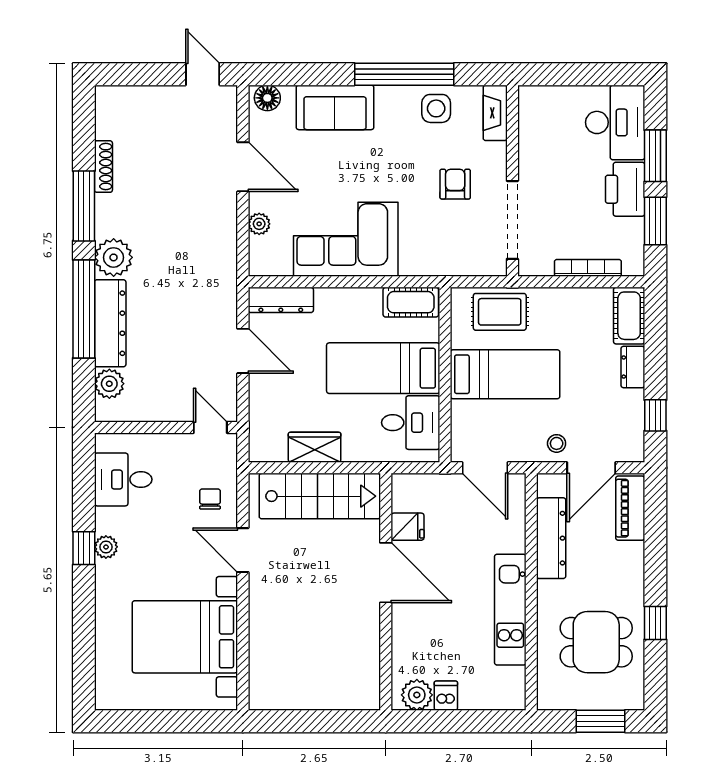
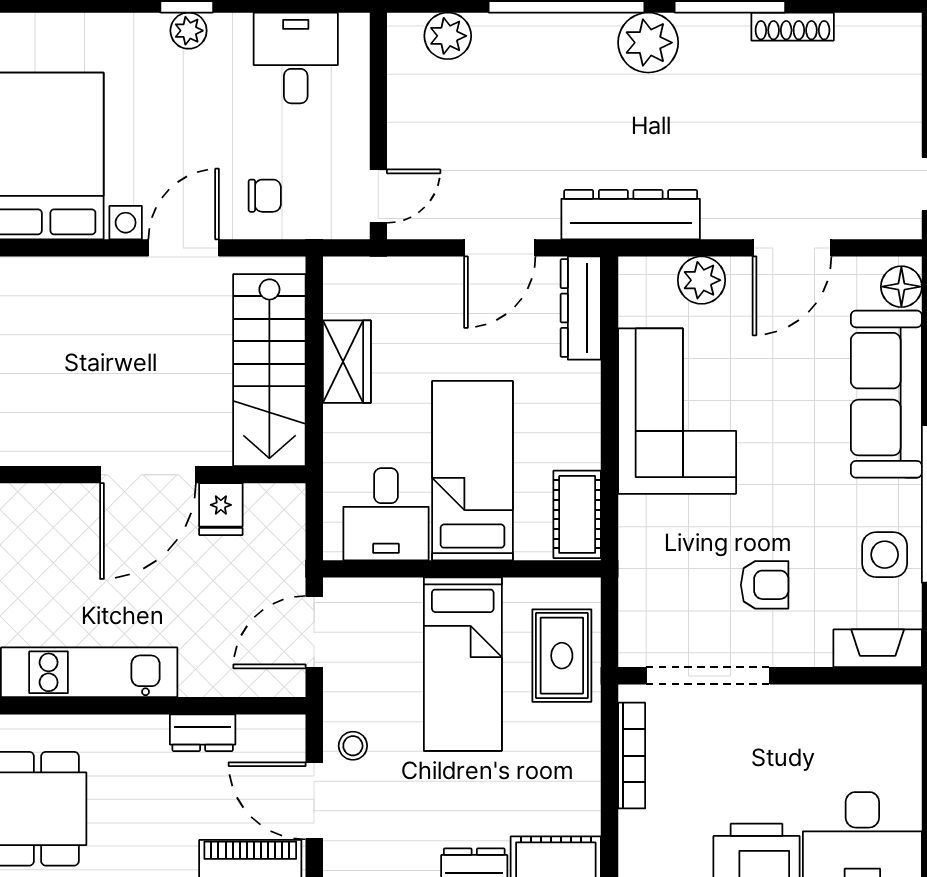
sofa: (335, 107) -> (886, 394), width x1.36
plant: (259, 224) -> (701, 280), width x1.38, depth x1.38
bookcase: (588, 268) -> (632, 756), moved
dresser: (110, 323) -> (631, 215), moved, turned 180
dresser: (551, 538) -> (203, 733), width x0.51, depth x0.80

